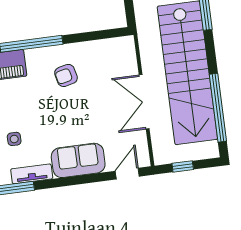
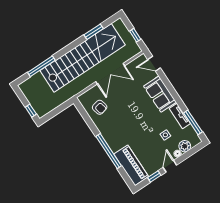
armchair: (66, 75) -> (100, 107), moved
window: (218, 108) -> (94, 32), width x0.47

